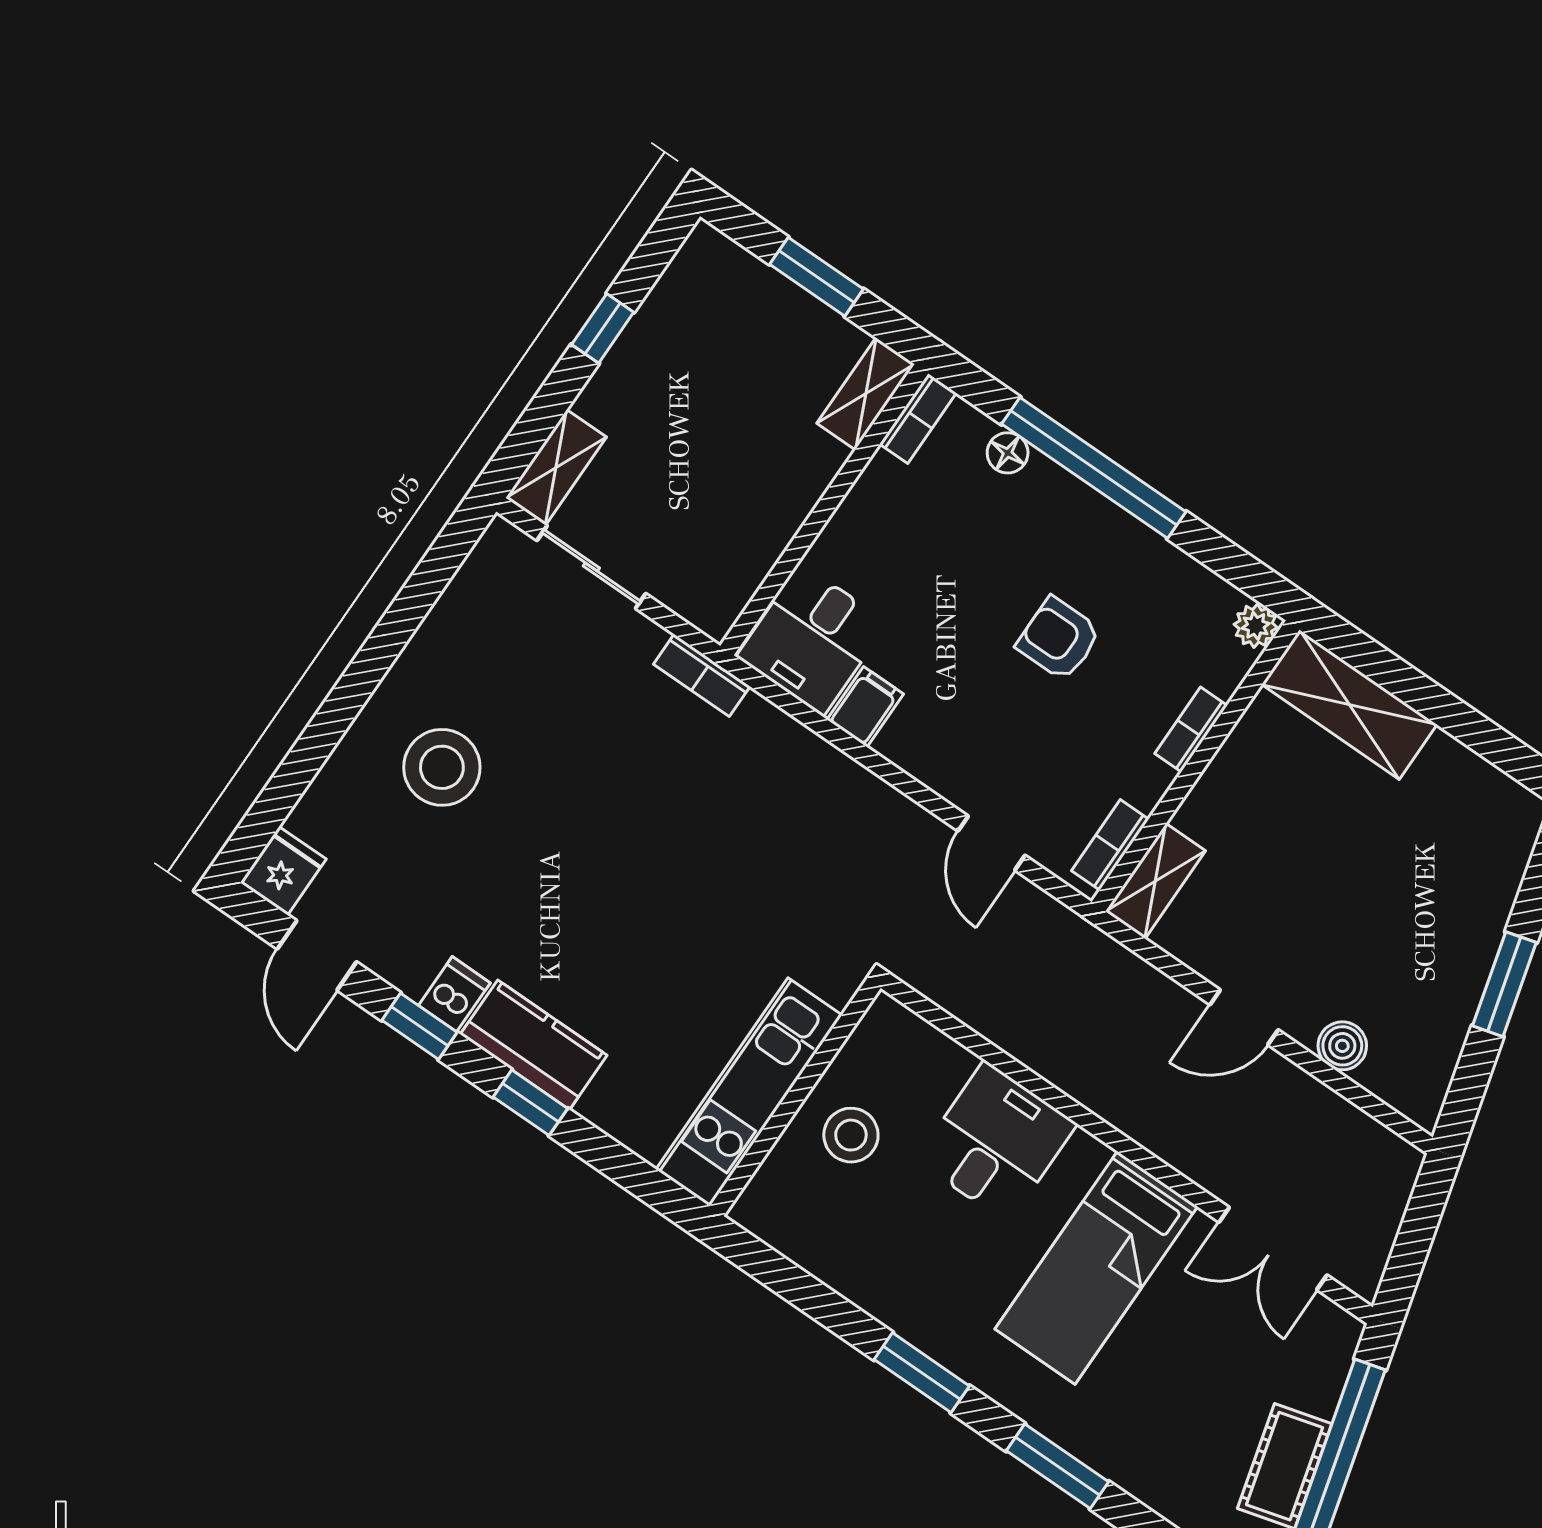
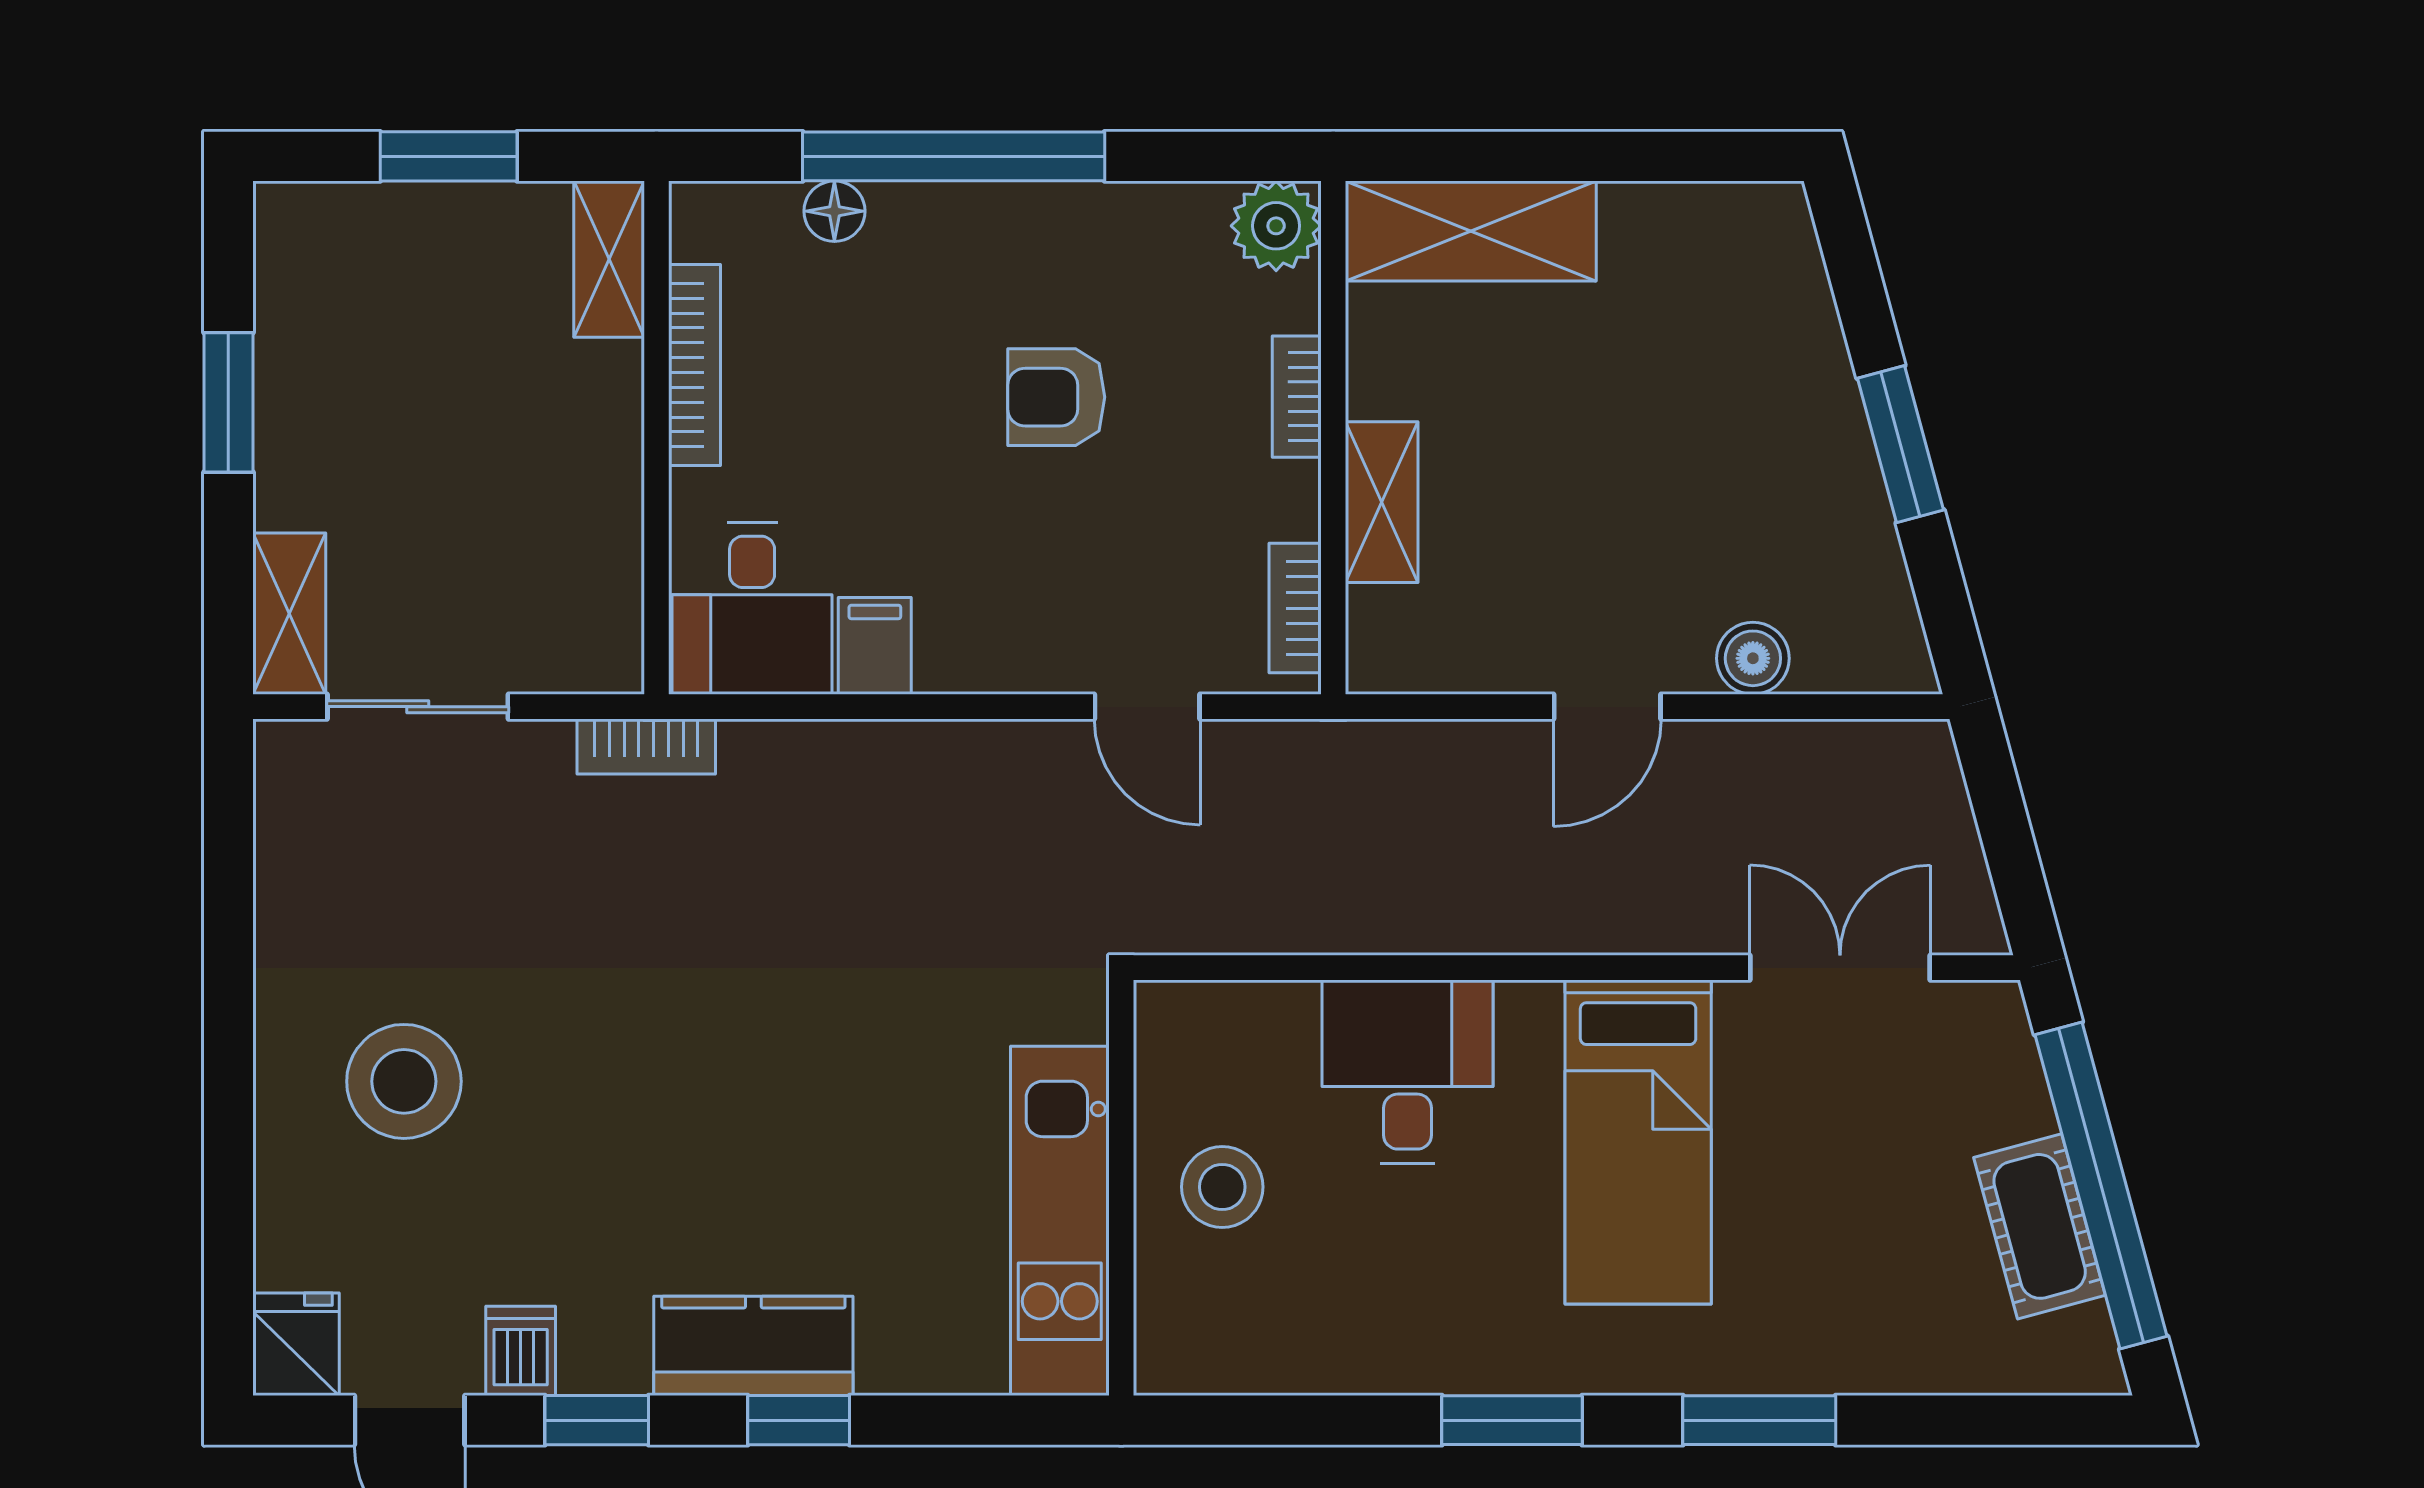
window: (603, 328) -> (228, 402), width x1.50
bookcase: (918, 419) -> (695, 365), moved, width x1.56
plant: (1256, 626) -> (1276, 226), width x1.38, depth x1.38
shelving: (1155, 881) -> (1382, 502), moved
dishwasher: (454, 994) -> (521, 1351), moved
double door: (1273, 1249) -> (1840, 968), swing flipped

